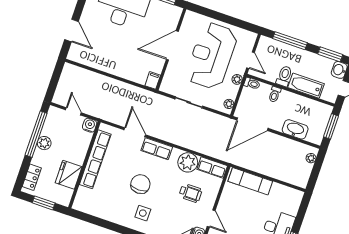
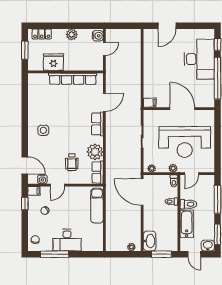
reception desk: (212, 56) -> (185, 142), turned 180
water cooler: (90, 125) -> (98, 36), moved
washbasin: (295, 129) -> (150, 241), moved
window: (36, 134) -> (76, 26), removed
chair: (140, 184) -> (65, 121), removed

